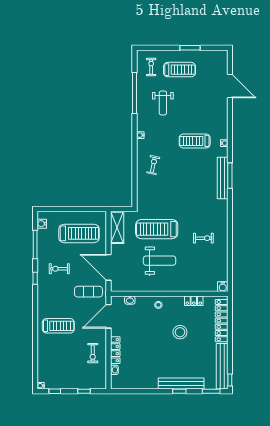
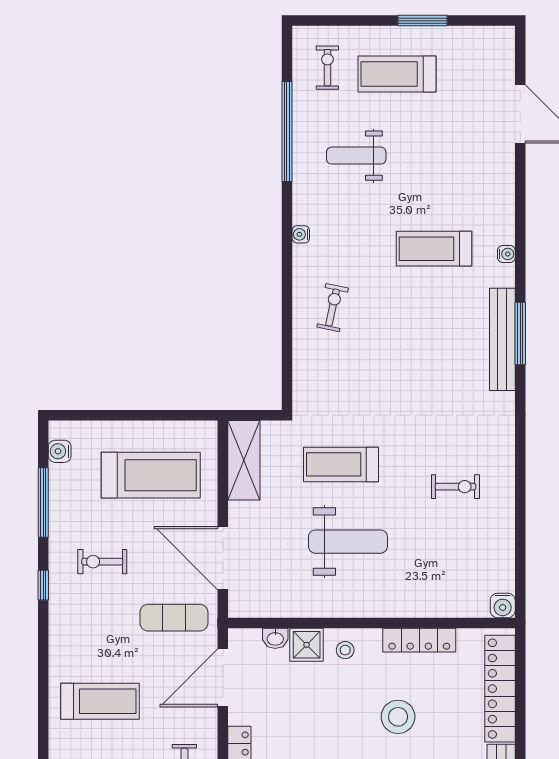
treadmill: (180, 70) -> (397, 74), turned 180
weight bench: (163, 103) -> (356, 156), turned 90
treadmill: (157, 229) -> (341, 464), width x0.73, depth x0.73
locker: (194, 301) -> (419, 640), width x1.53
shower: (143, 303) -> (307, 645), added

